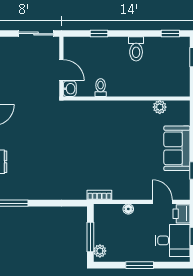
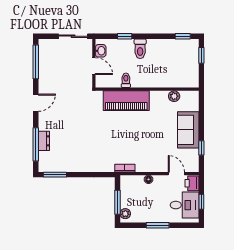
toilet: (136, 49) -> (140, 49), moved
washbasin: (70, 89) -> (101, 51), moved
piano: (101, 113) -> (126, 101), added

